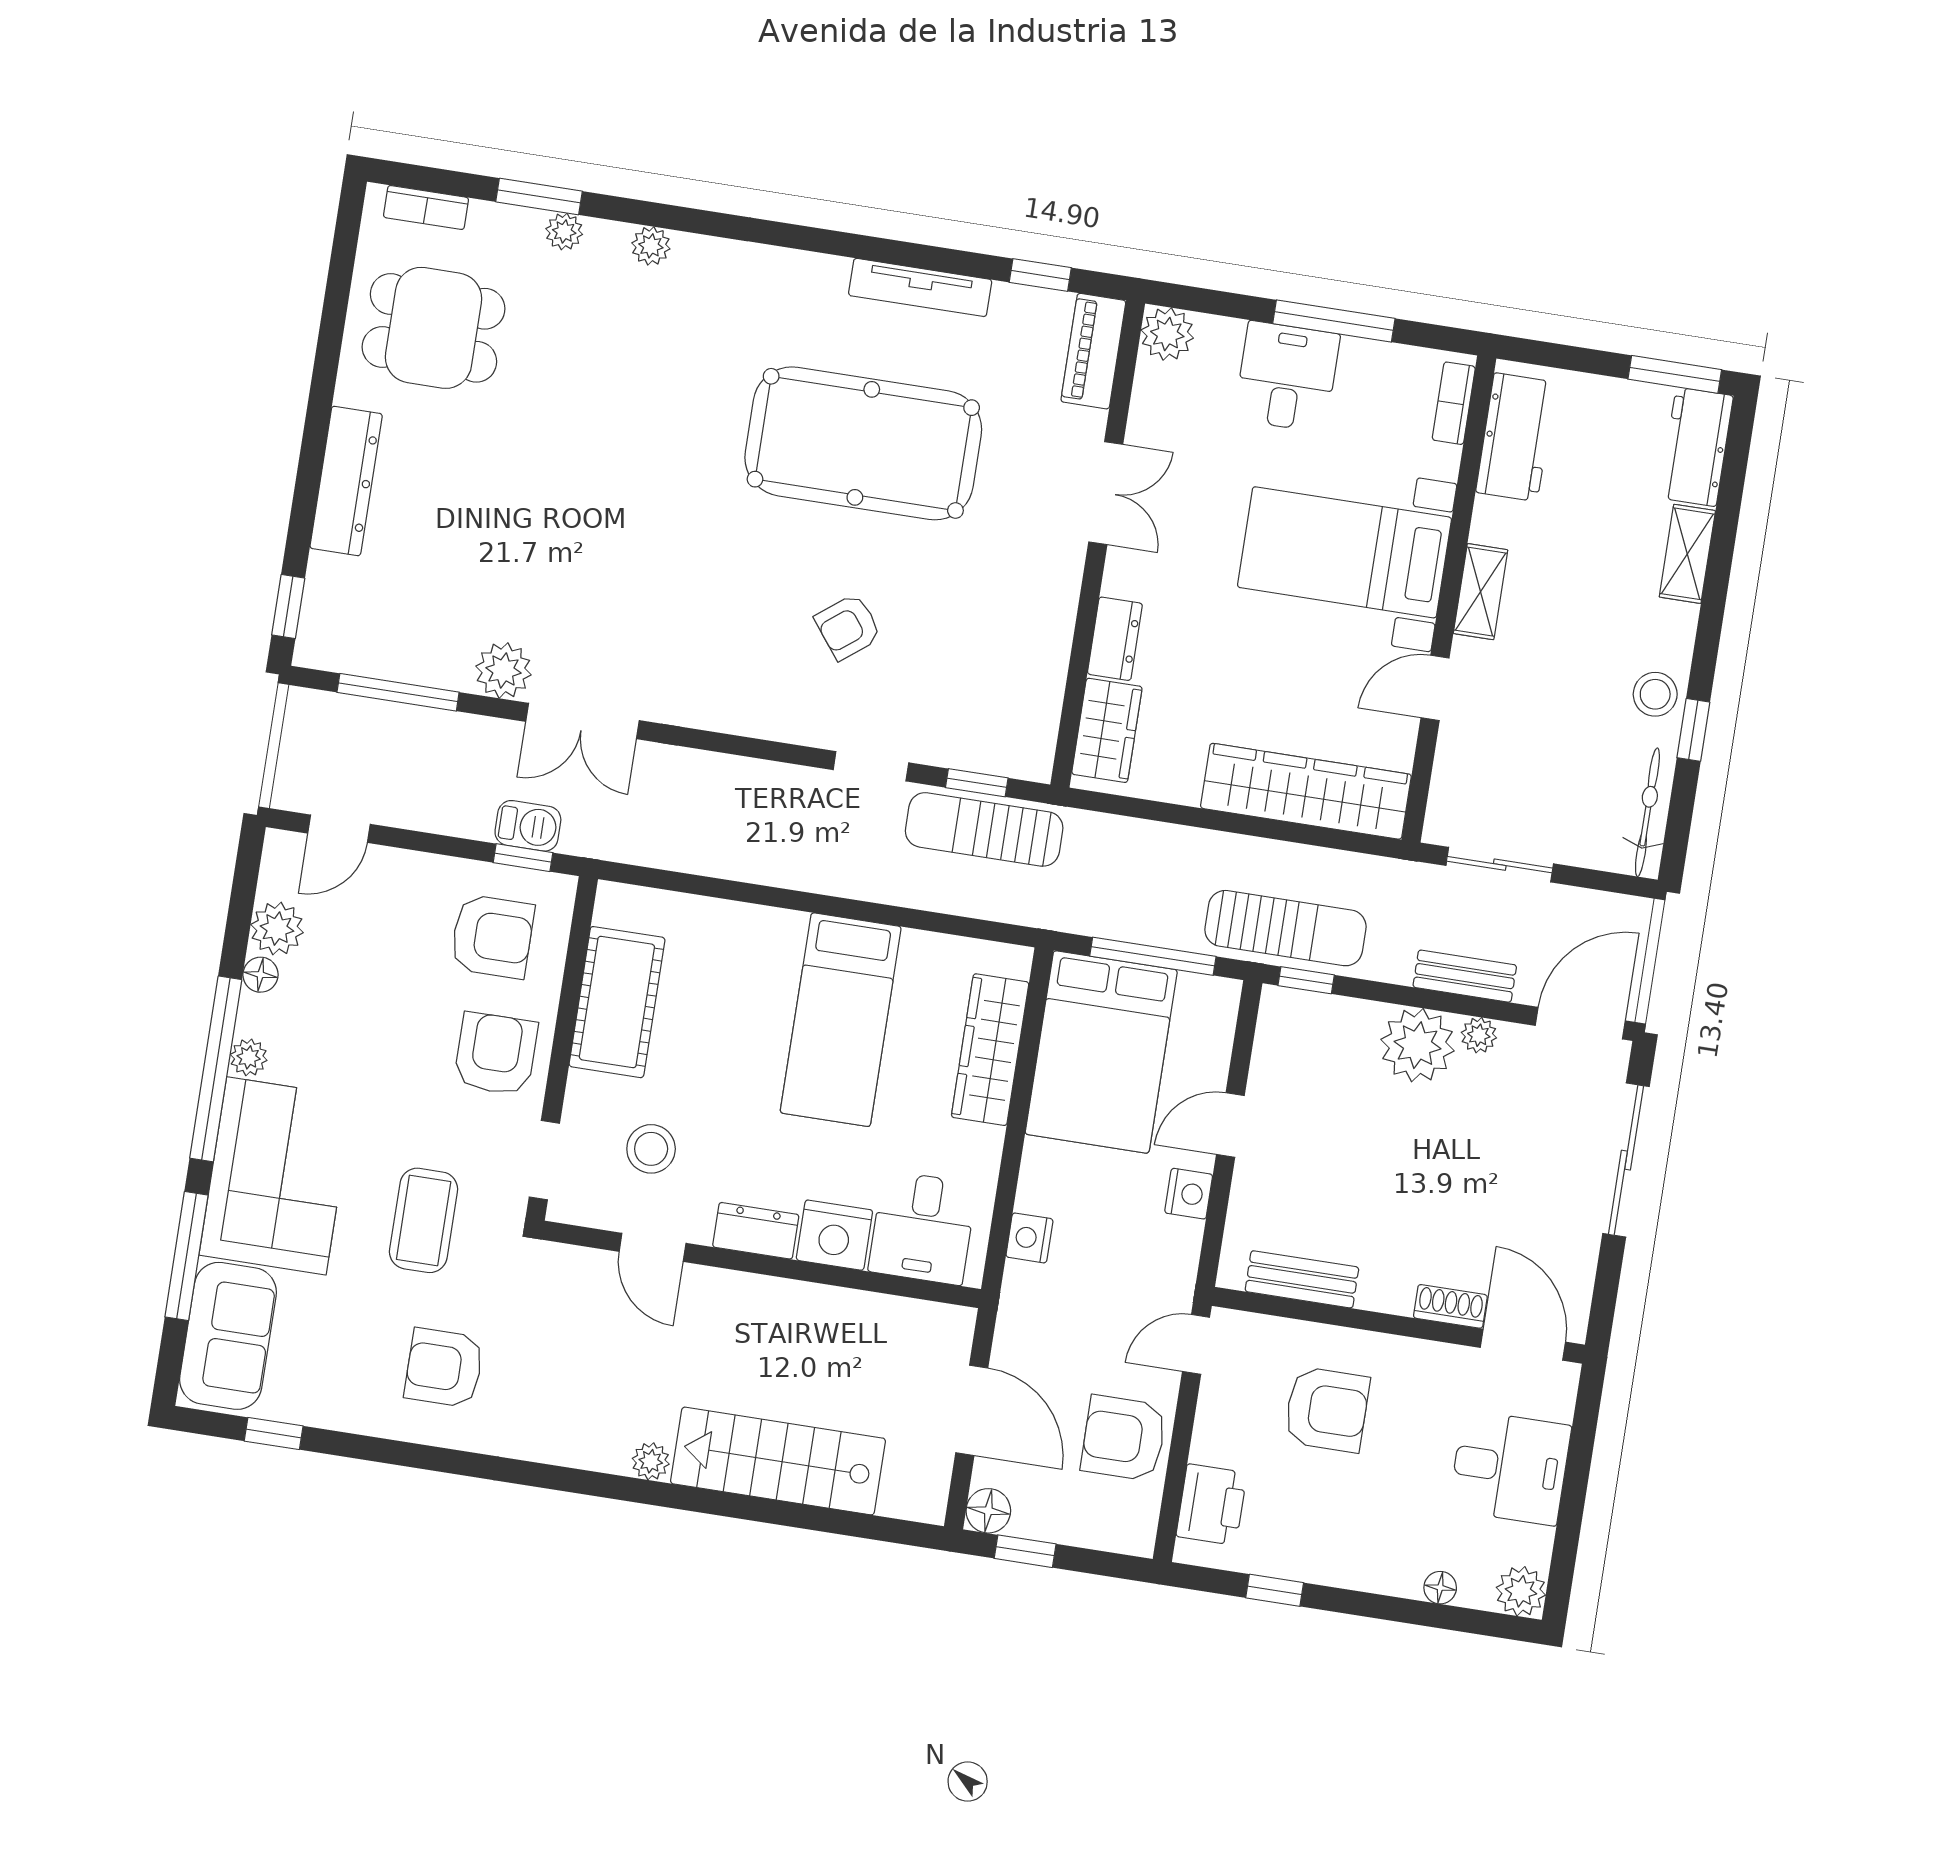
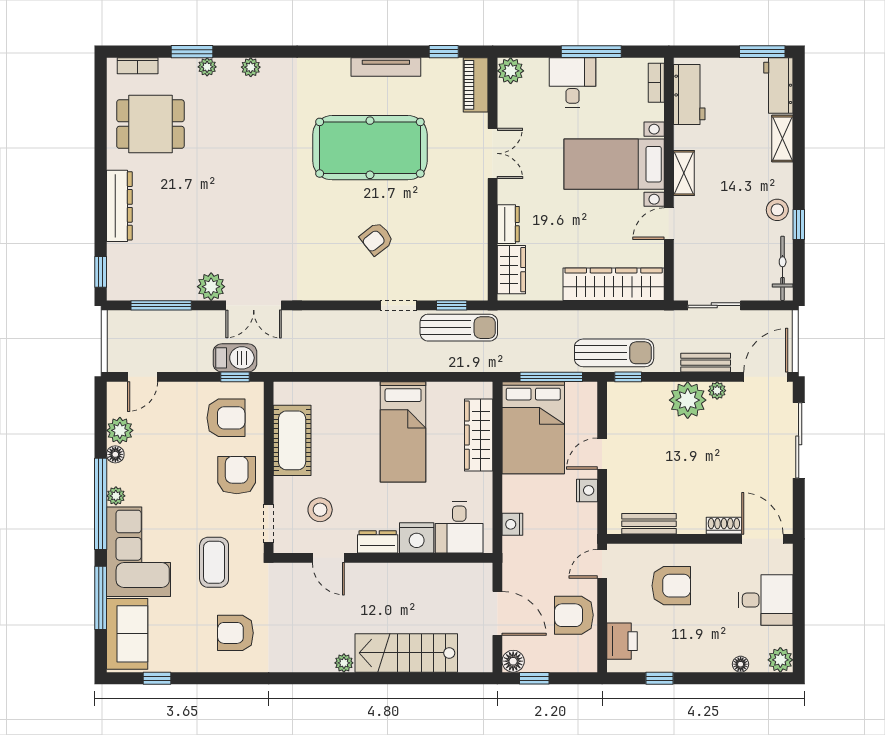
barbecue: (528, 826) -> (235, 358), width x1.38, depth x1.27
sun lounger: (984, 829) -> (459, 328), turned 180

